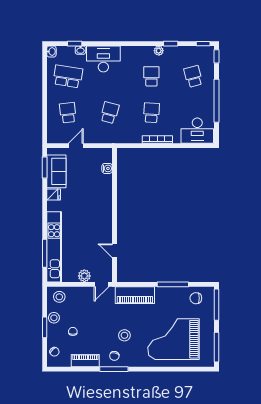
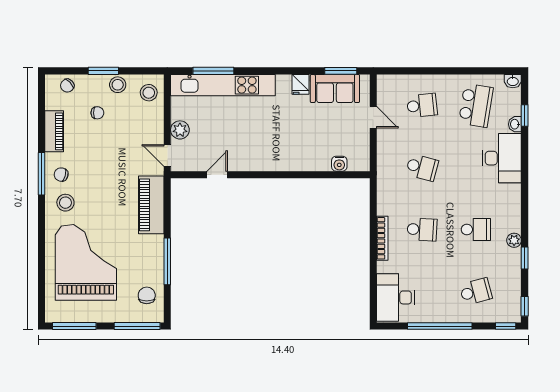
stool: (124, 335) -> (65, 203), moved

